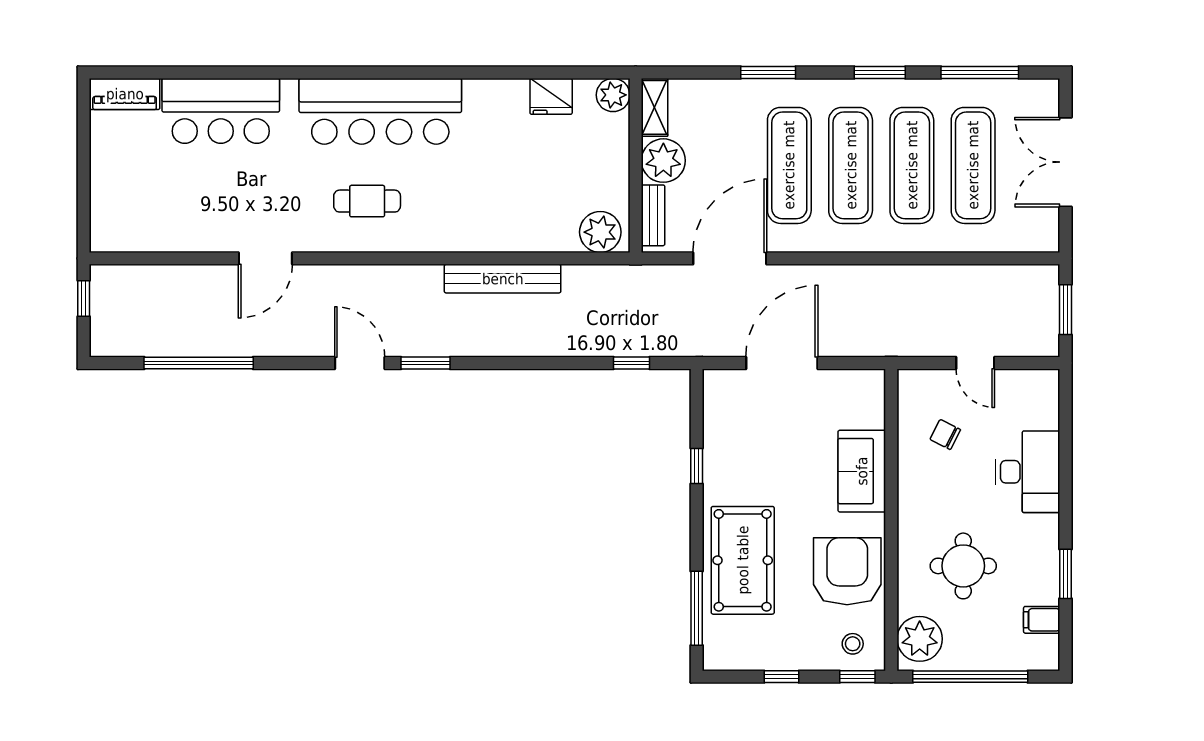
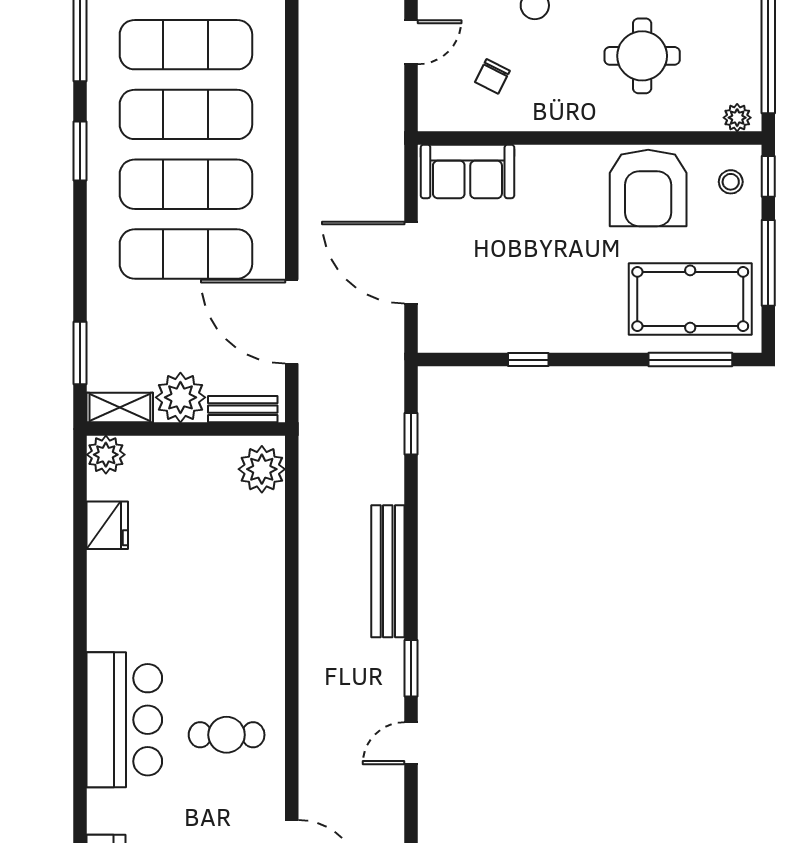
window: (768, 72) -> (80, 353), moved
bar counter: (380, 111) -> (124, 720), width x0.73
cafe table: (367, 201) -> (227, 735), turned 90
bench: (503, 279) -> (388, 571), moved
door: (360, 363) -> (411, 743), width x0.73
sofa: (862, 471) -> (467, 171), moved
pool table: (743, 560) -> (690, 299), moved
armchair: (847, 571) -> (648, 188), turned -90
plant: (920, 639) -> (737, 118), width x0.53, depth x0.53
window: (782, 677) -> (768, 263), width x2.17

